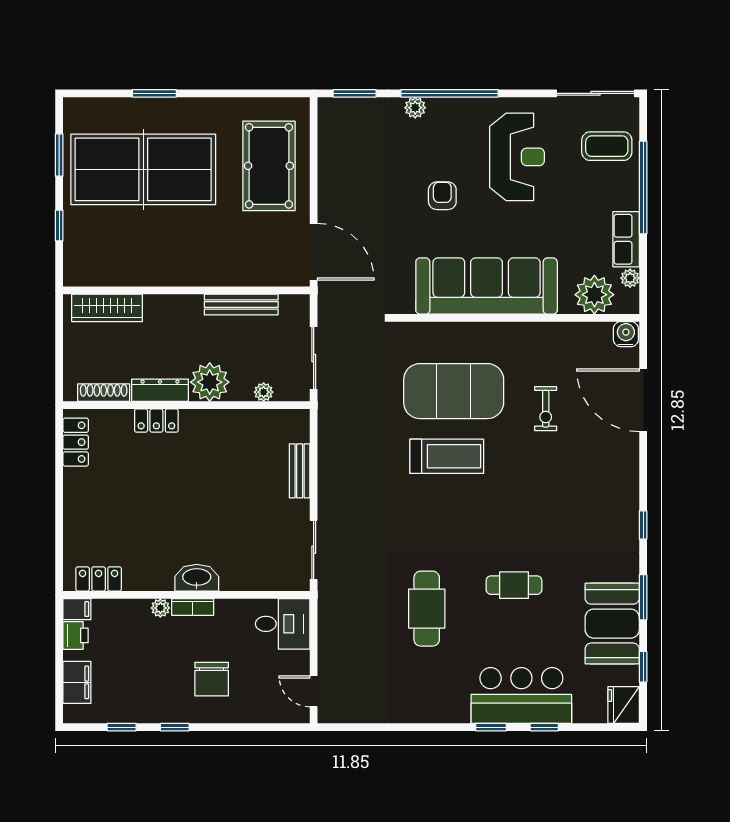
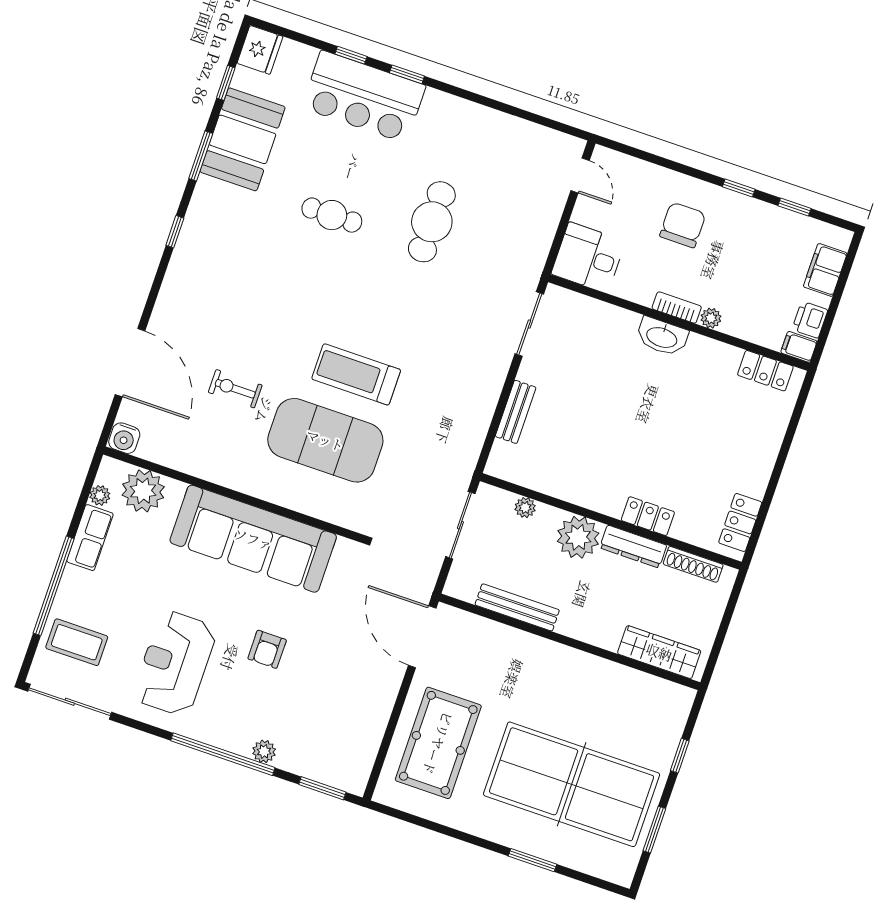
exercise bike: (546, 409) -> (235, 389), turned -90

